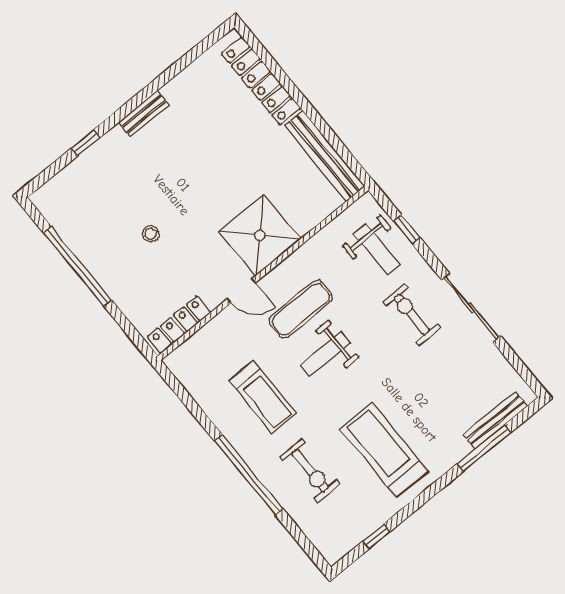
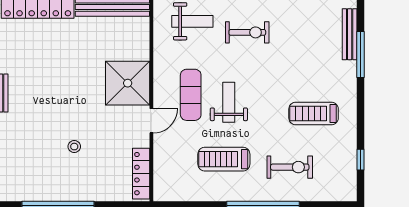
exercise bike: (412, 315) -> (247, 32), turned 180
weight bench: (325, 354) -> (229, 102), turned 180
treadmill: (263, 397) -> (224, 159), turned 180
treadmill: (384, 450) -> (314, 114), width x0.73, depth x0.73

